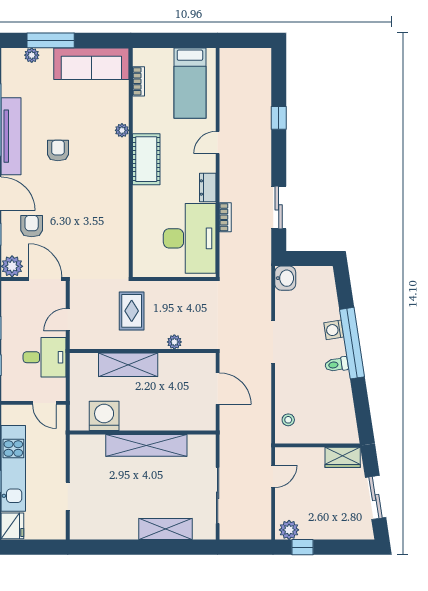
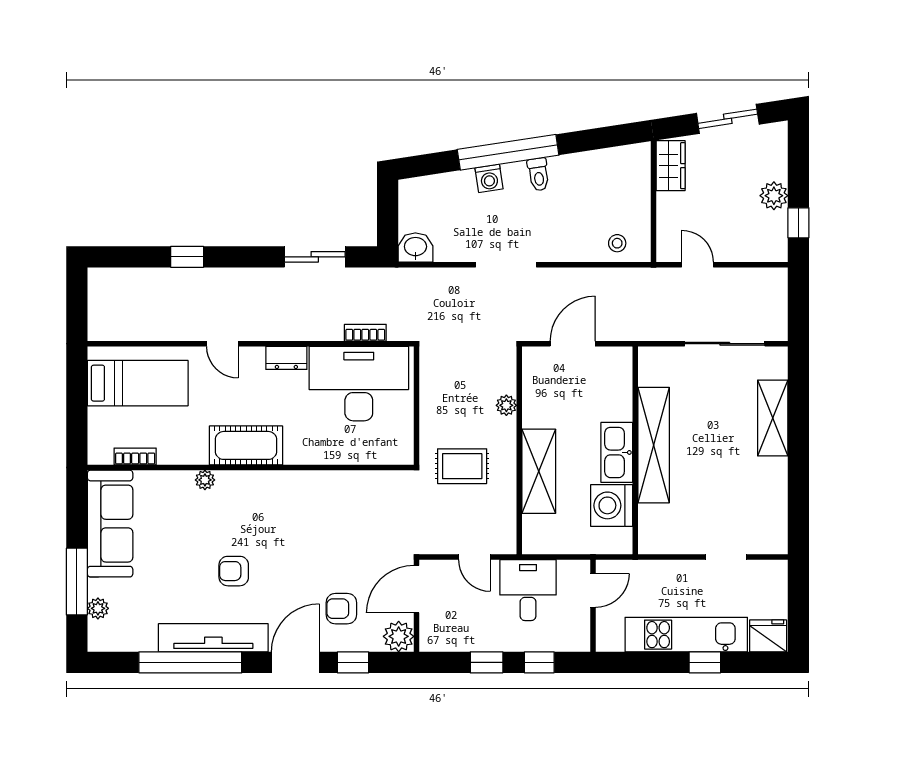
bookcase: (225, 217) -> (365, 333), moved
kitchen sink: (141, 420) -> (617, 452), added
plant: (289, 530) -> (774, 196), moved

